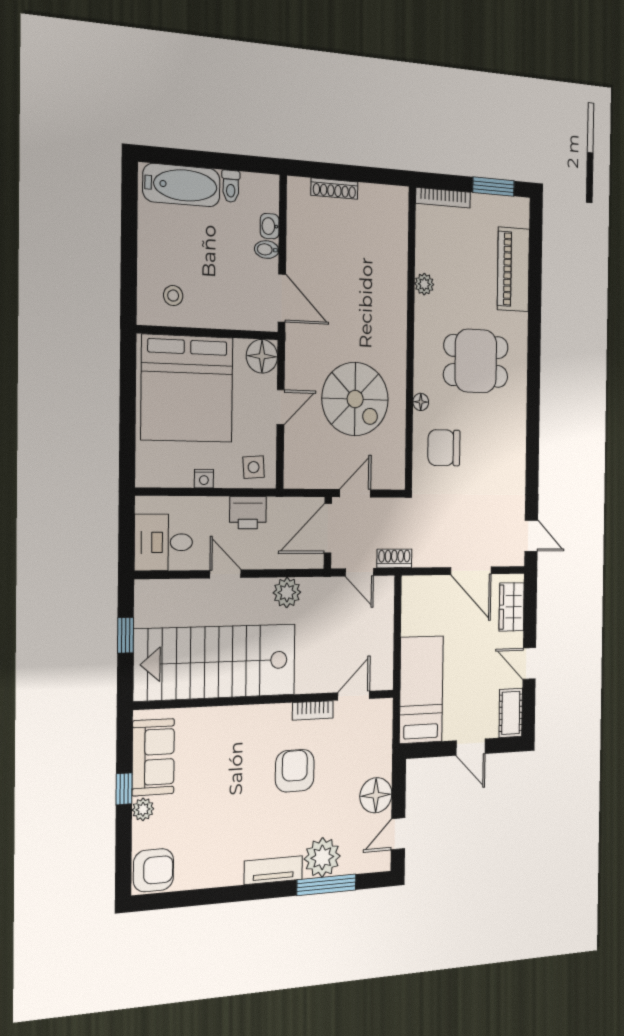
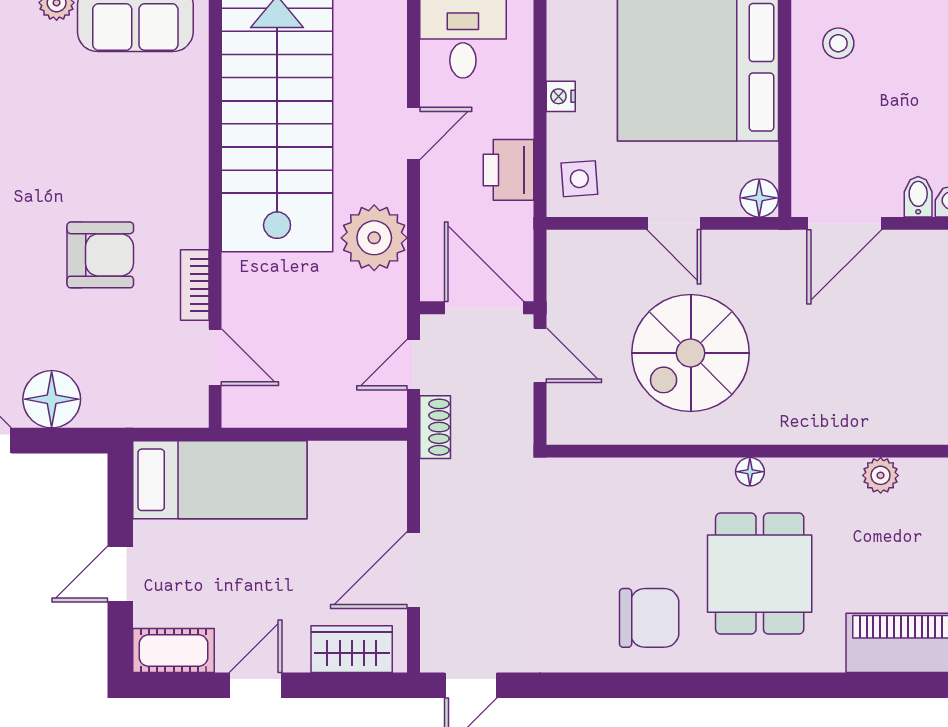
floor lamp: (262, 356) -> (759, 198), width x0.73, depth x0.73
floor lamp: (421, 402) -> (750, 472), moved
chair: (444, 448) -> (649, 618), moved, turned 90
plant: (287, 593) -> (374, 238), width x1.36, depth x1.36

